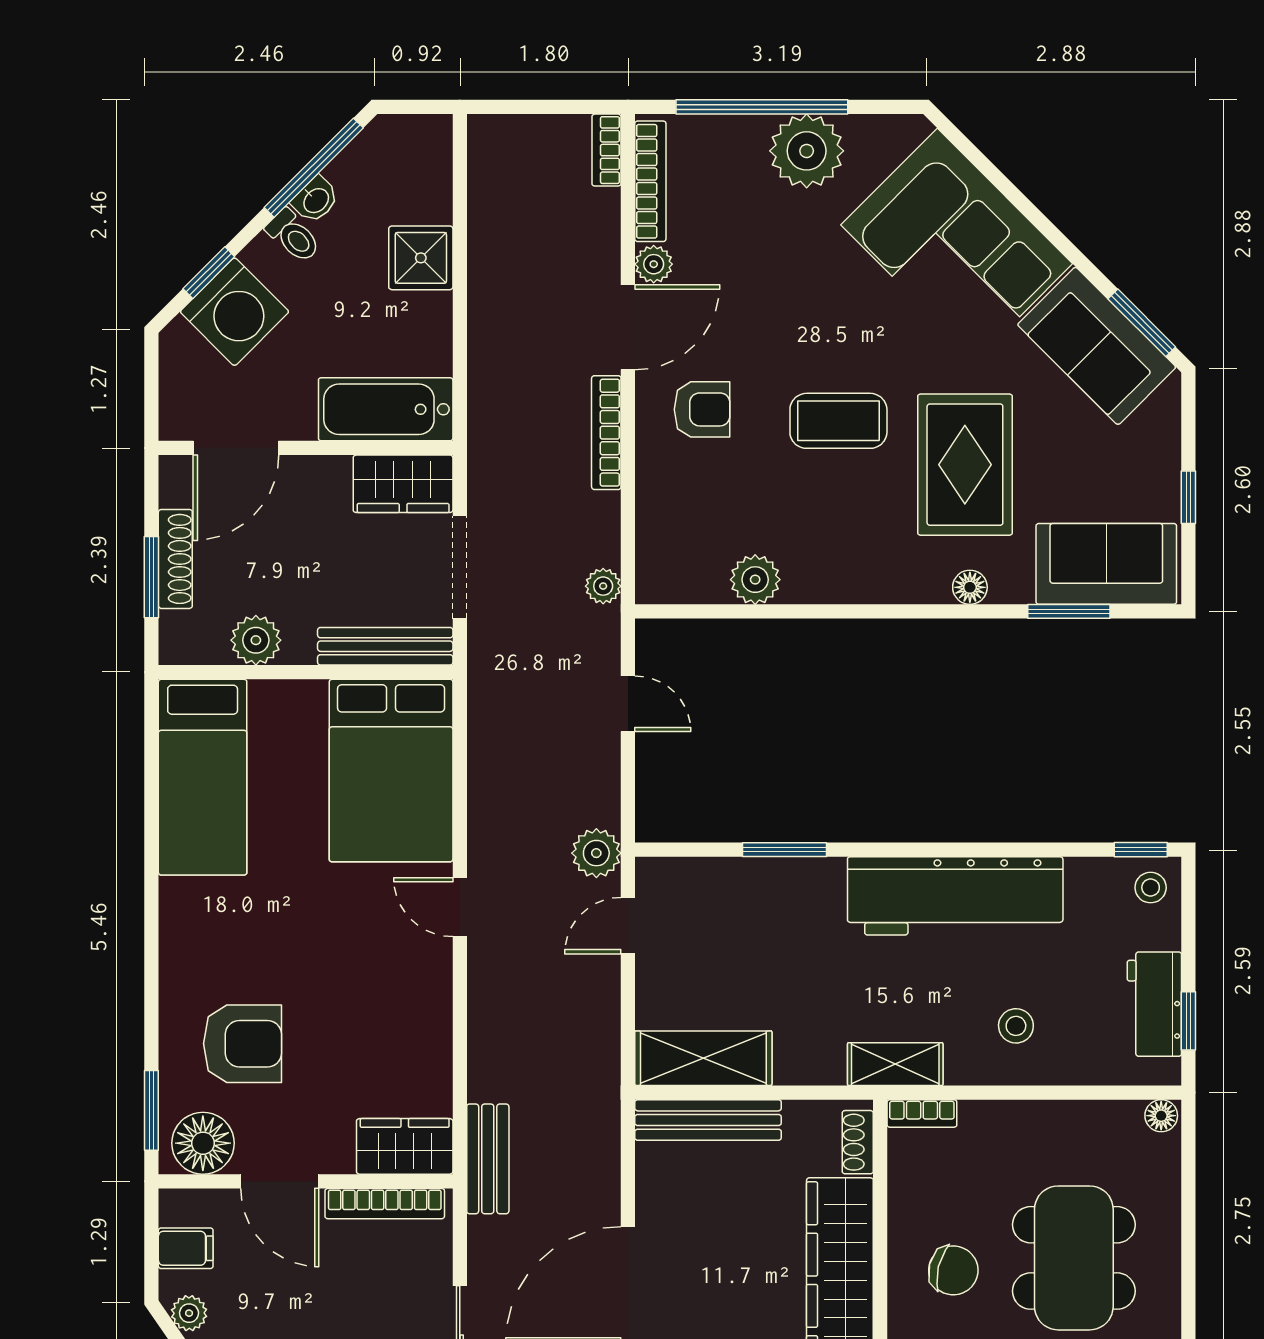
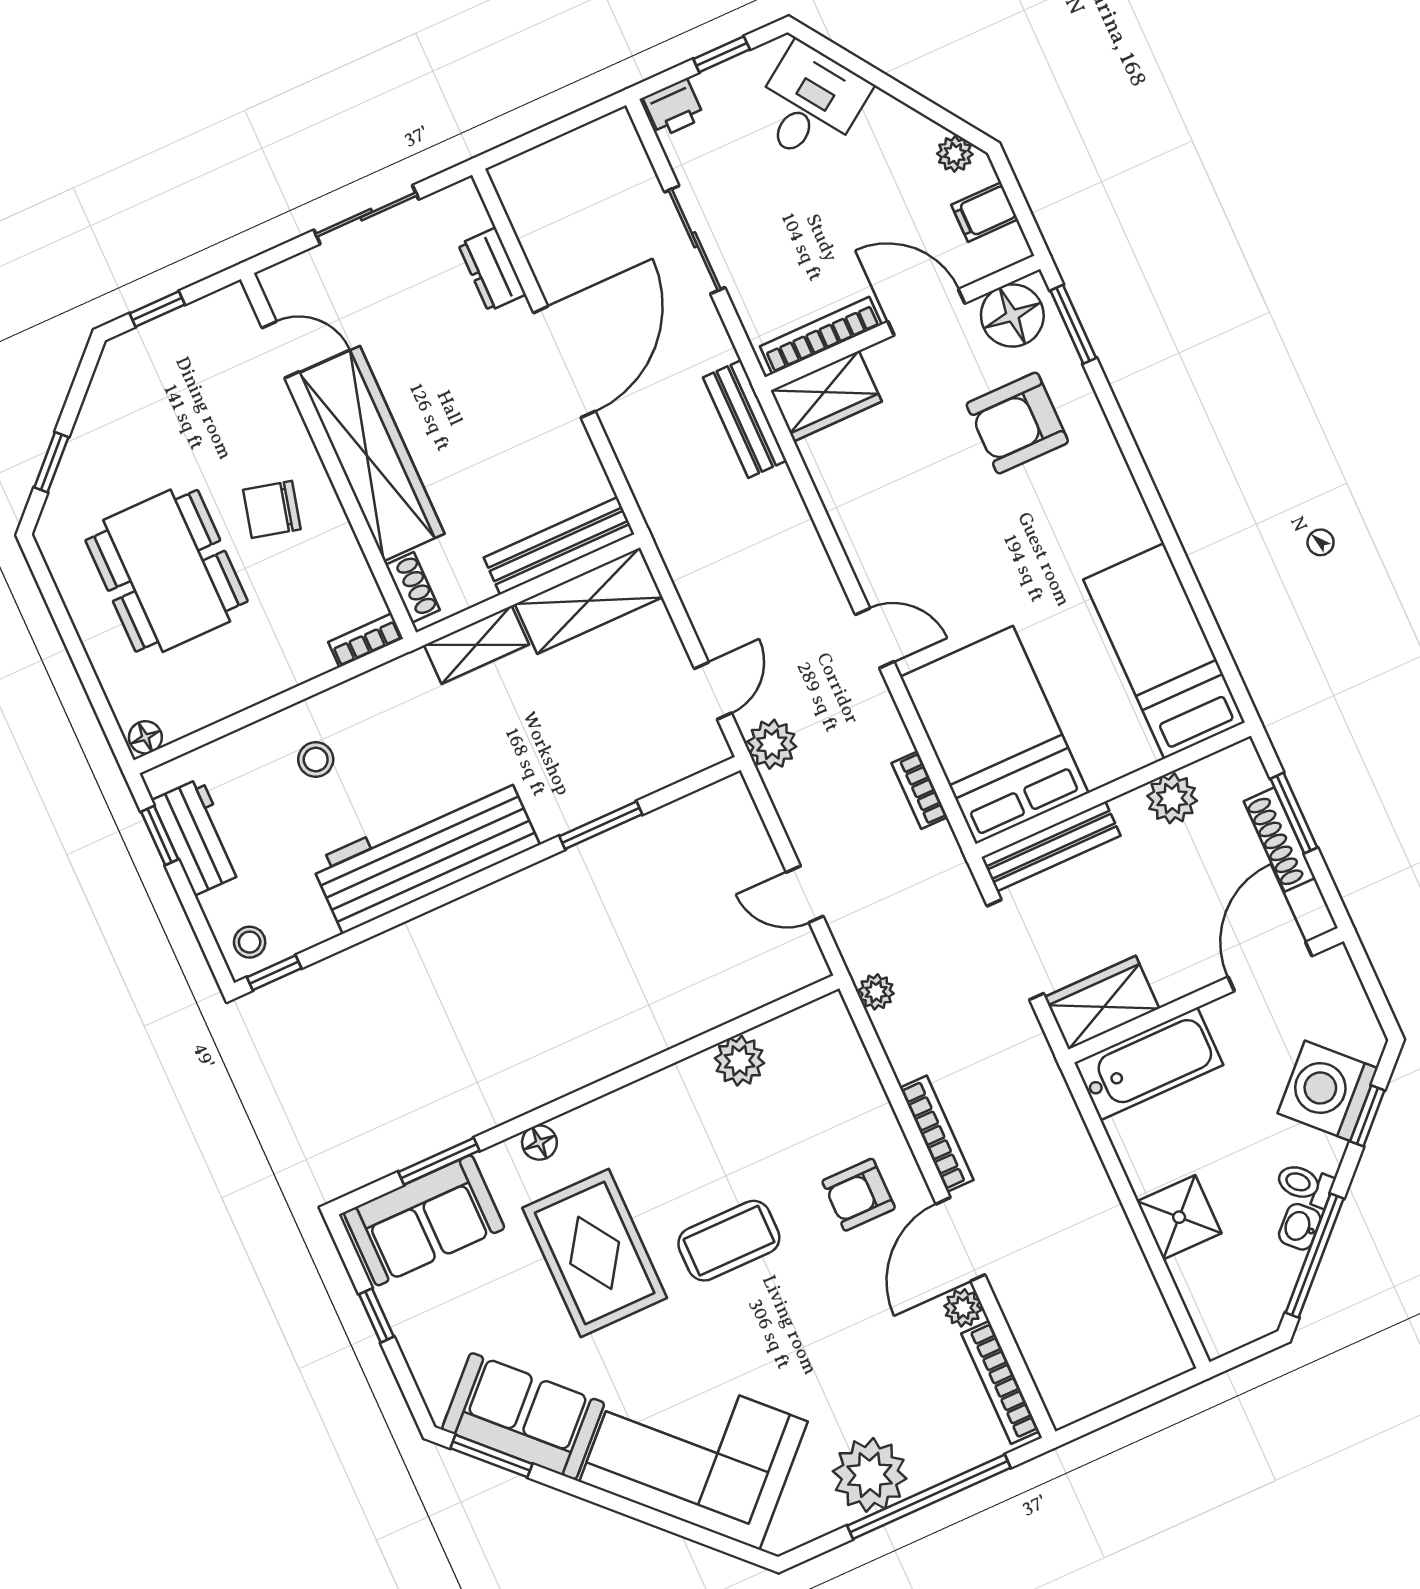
bookcase: (606, 150) -> (920, 790), moved, turned 180
shelving: (895, 1064) -> (476, 645), moved

